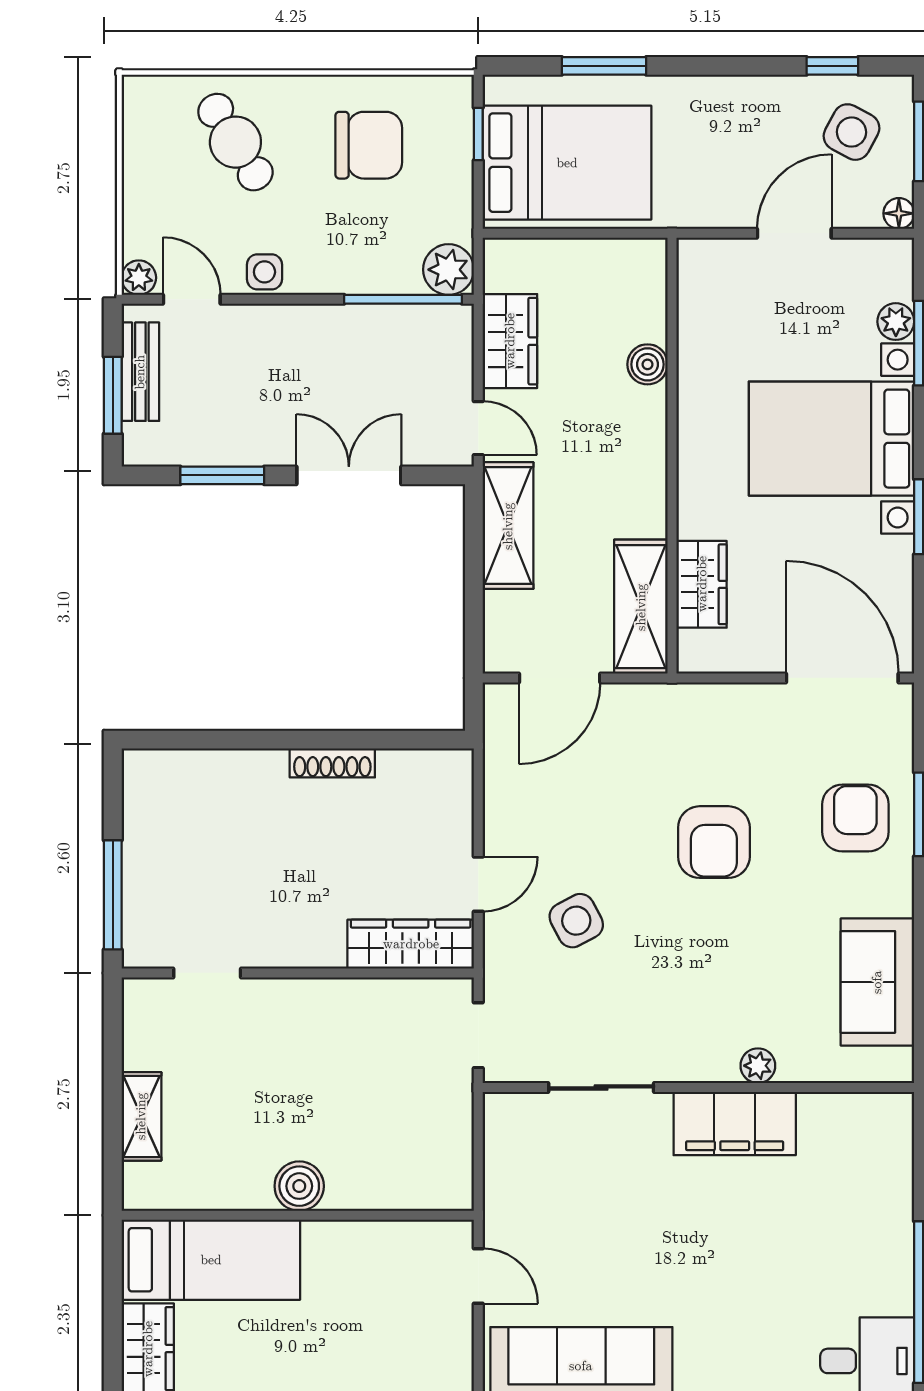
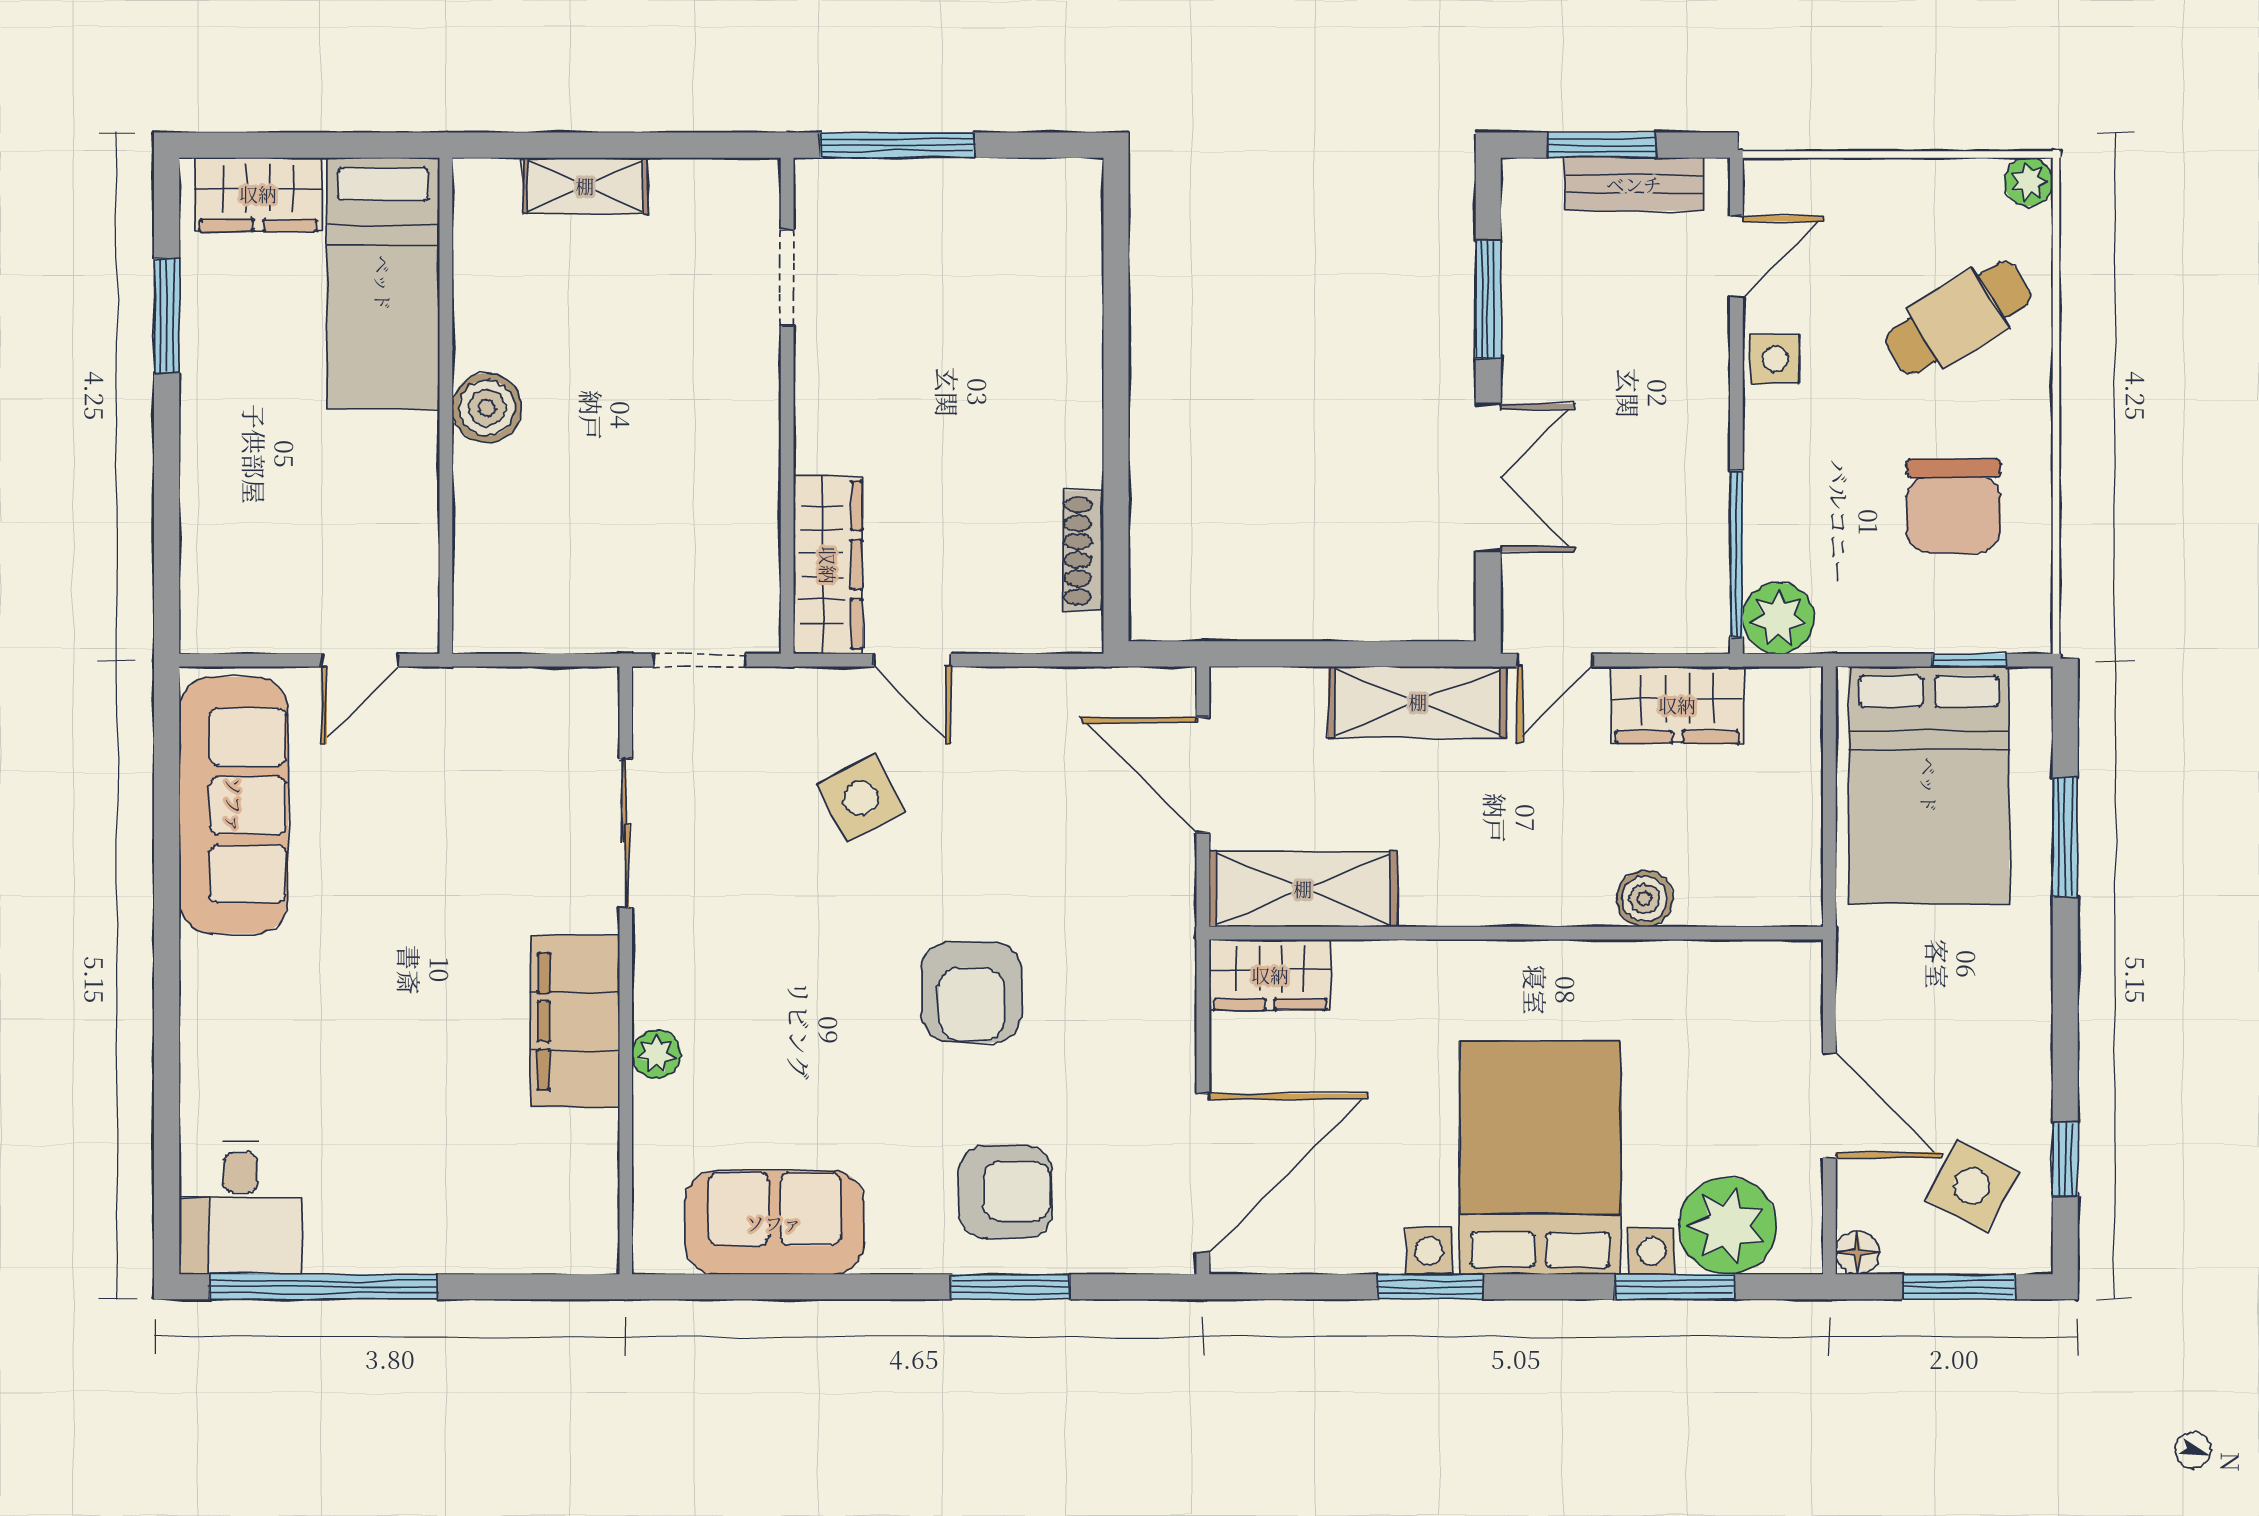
plant: (139, 278) -> (2029, 182), moved
plant: (896, 322) -> (1728, 1226), width x1.88, depth x1.88
wardrobe: (702, 584) -> (1270, 975), moved
shoe rack: (332, 763) -> (1083, 551), moved
armchair: (714, 842) -> (972, 992), turned -90

